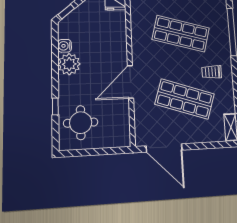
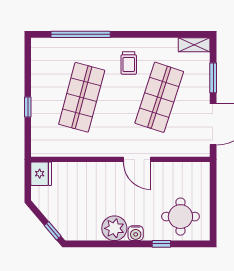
water cooler: (65, 46) -> (136, 233), moved
door: (131, 82) -> (137, 159), width x0.73
window: (204, 146) -> (213, 78), added

